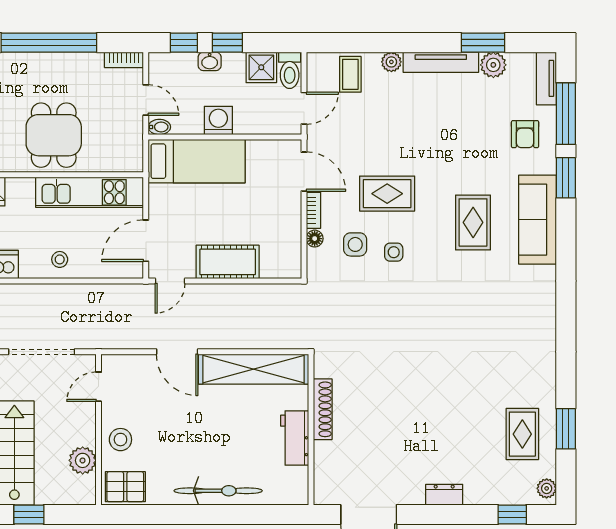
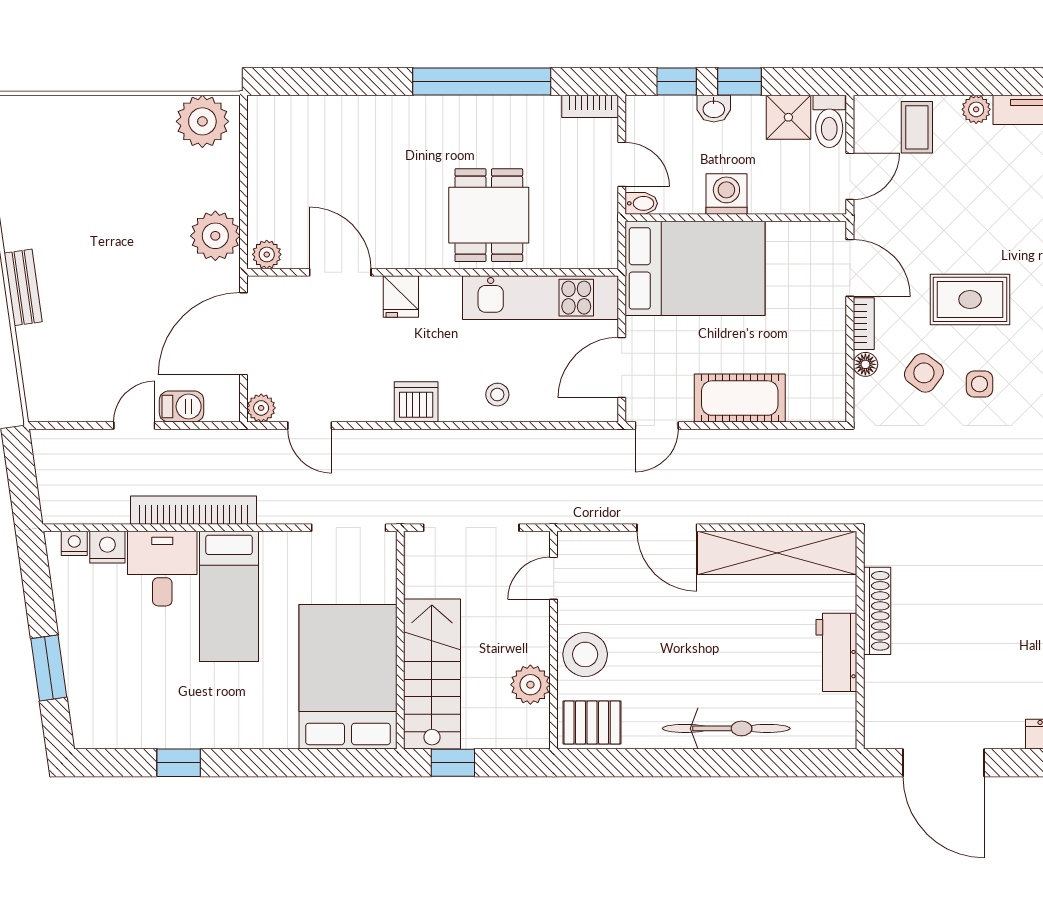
bed: (197, 161) -> (695, 268), width x1.50
side table: (355, 244) -> (924, 373), turned 36
stool: (120, 440) -> (585, 654), width x1.38, depth x1.38

